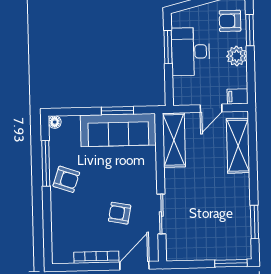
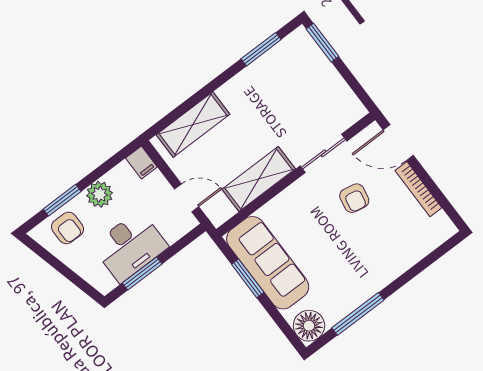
door: (211, 108) -> (187, 198), moved
floor lamp: (55, 122) -> (309, 326), width x1.89, depth x1.89
shelving: (174, 140) -> (259, 179), moved
armchair: (66, 179) -> (359, 280), removed

